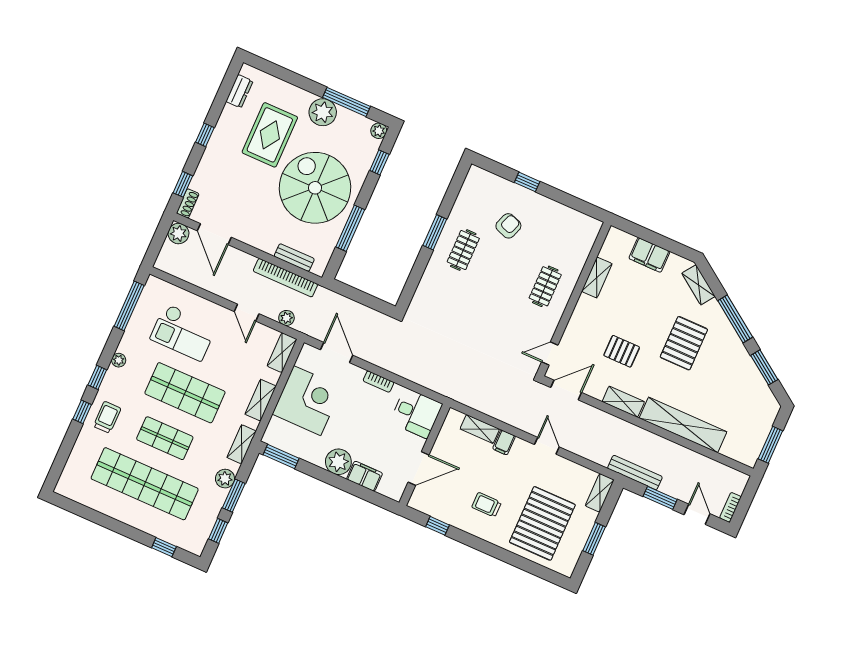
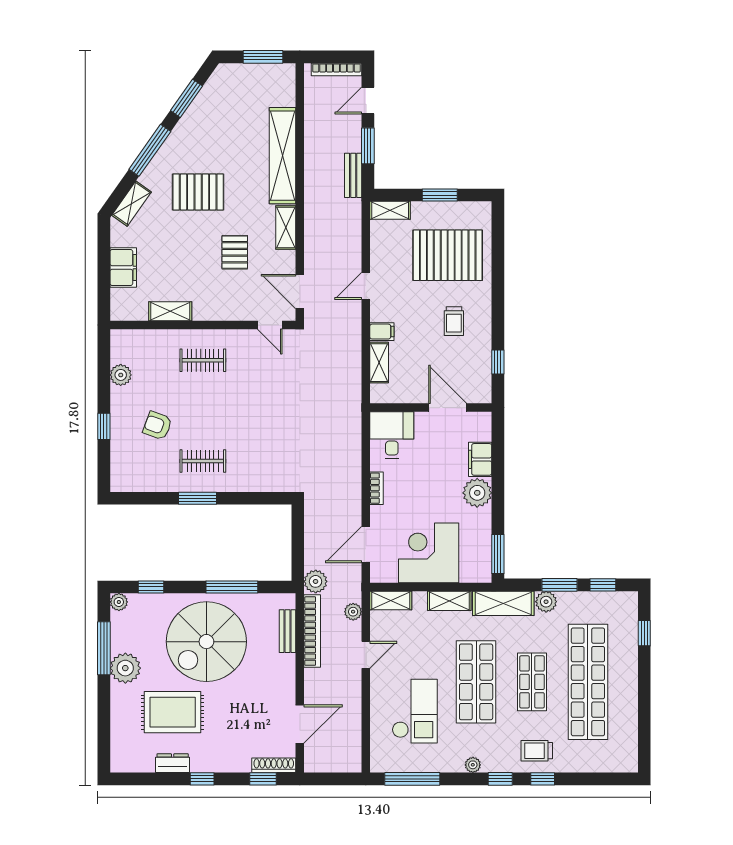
dresser: (239, 91) -> (173, 763), moved
shoe rack: (188, 203) -> (274, 765), width x1.43
plant: (563, 214) -> (121, 375), added
plant: (178, 234) -> (316, 581), moved
shelving: (242, 444) -> (503, 603), width x1.50, depth x1.33
bench: (635, 472) -> (353, 175), width x0.73
bookcase: (730, 507) -> (336, 69), width x1.56

